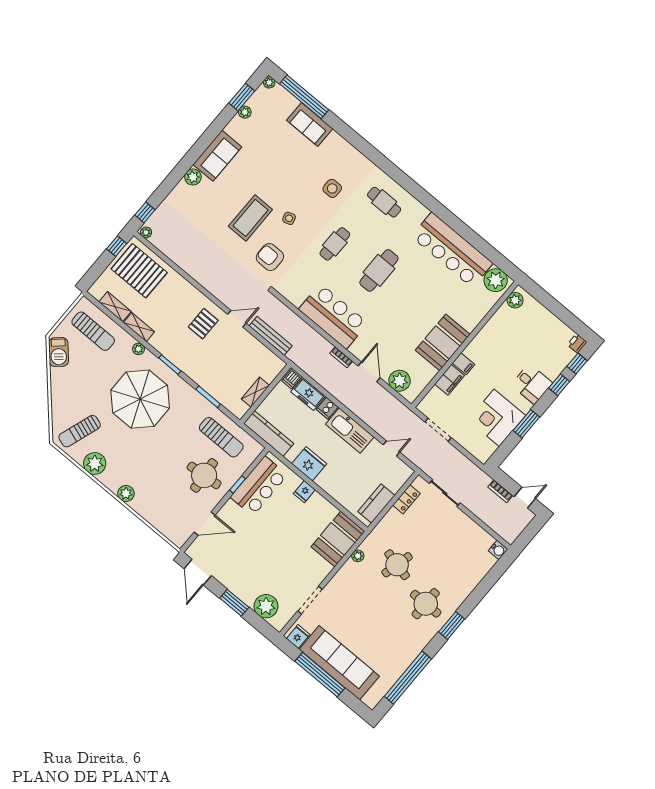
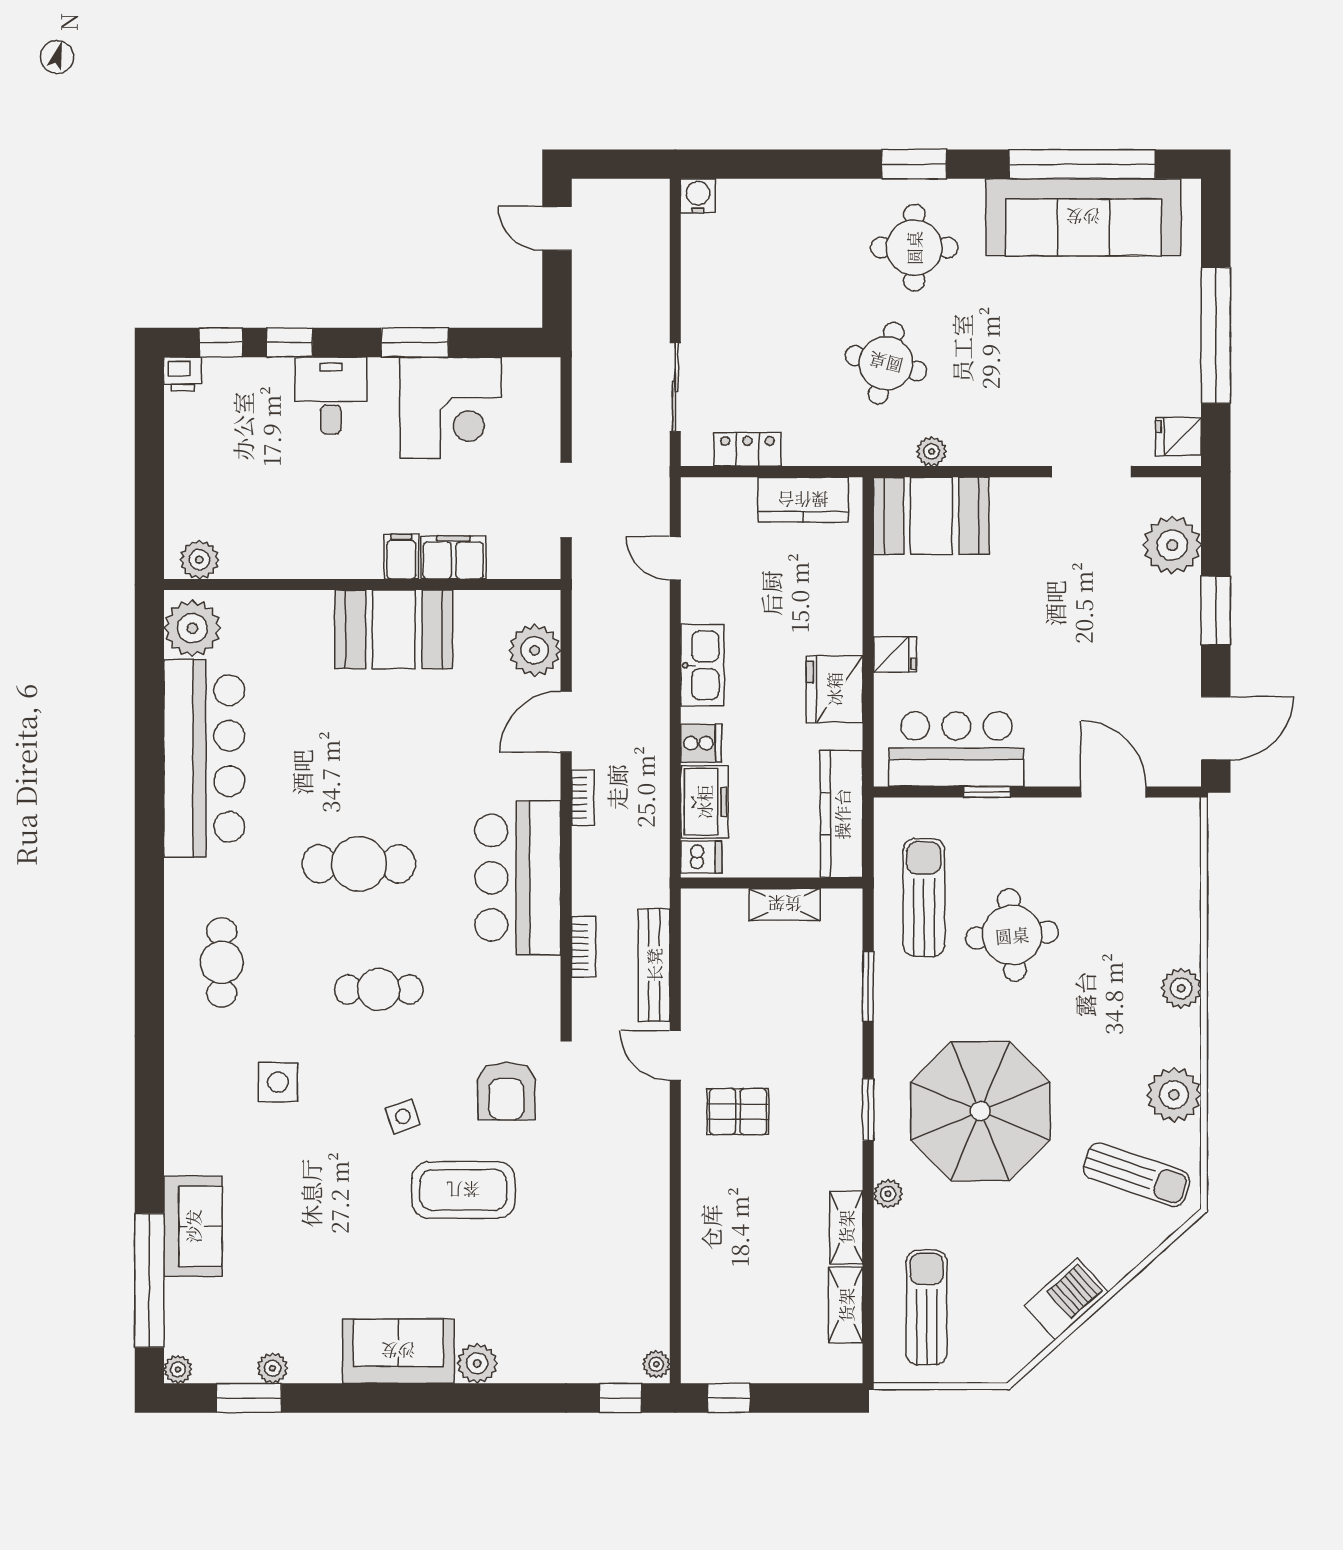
pallet: (139, 271) -> (740, 1317), removed
barbecue: (59, 352) -> (1066, 1299), moved
kitchen sink: (350, 431) -> (702, 665), width x0.73, depth x0.81
round table: (204, 475) -> (1012, 935), moved
bookcase: (500, 491) -> (584, 947), moved
sofa: (339, 663) -> (1083, 217), moved, turned -90

